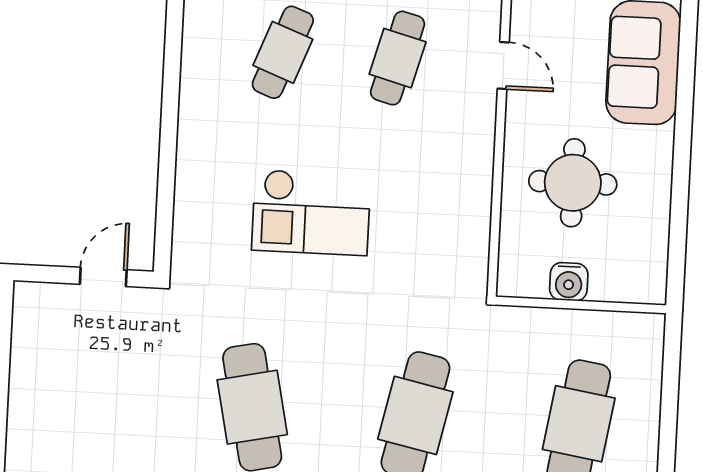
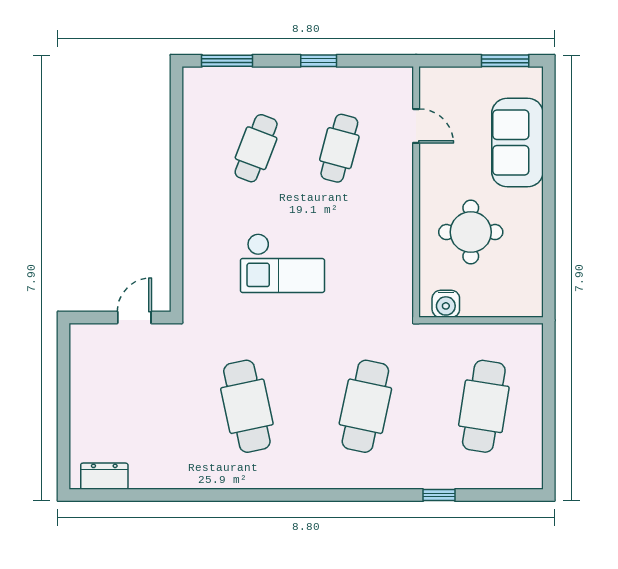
door: (503, 65) -> (416, 126), moved
water cooler: (569, 282) -> (446, 304), moved

